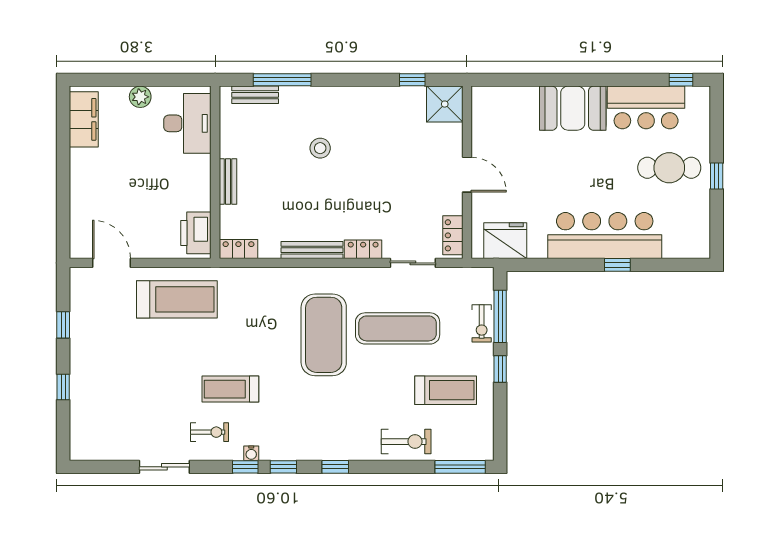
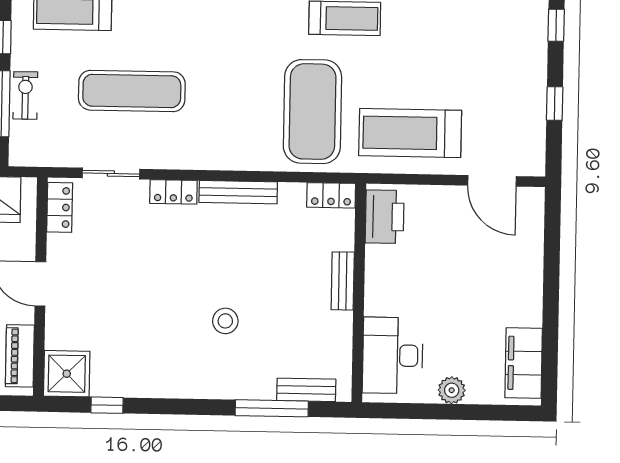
piano: (482, 117) -> (20, 356), added
exercise mat: (324, 335) -> (312, 112), moved

